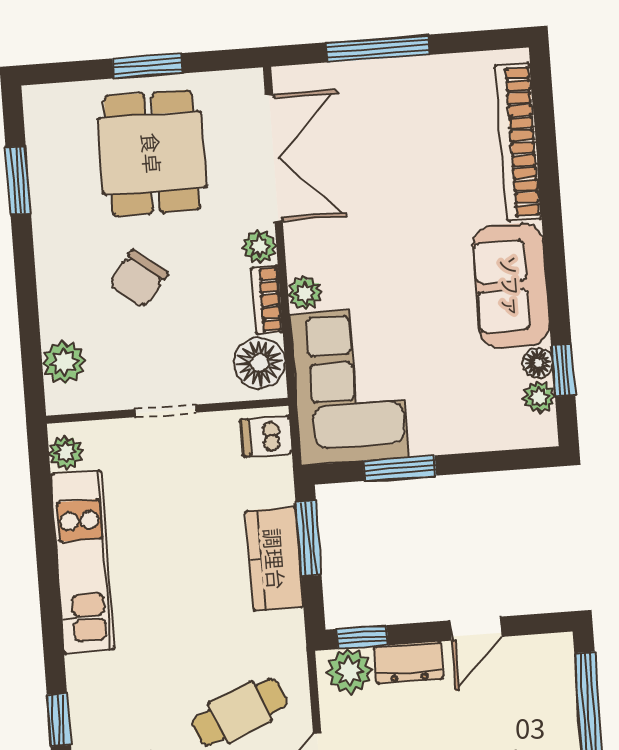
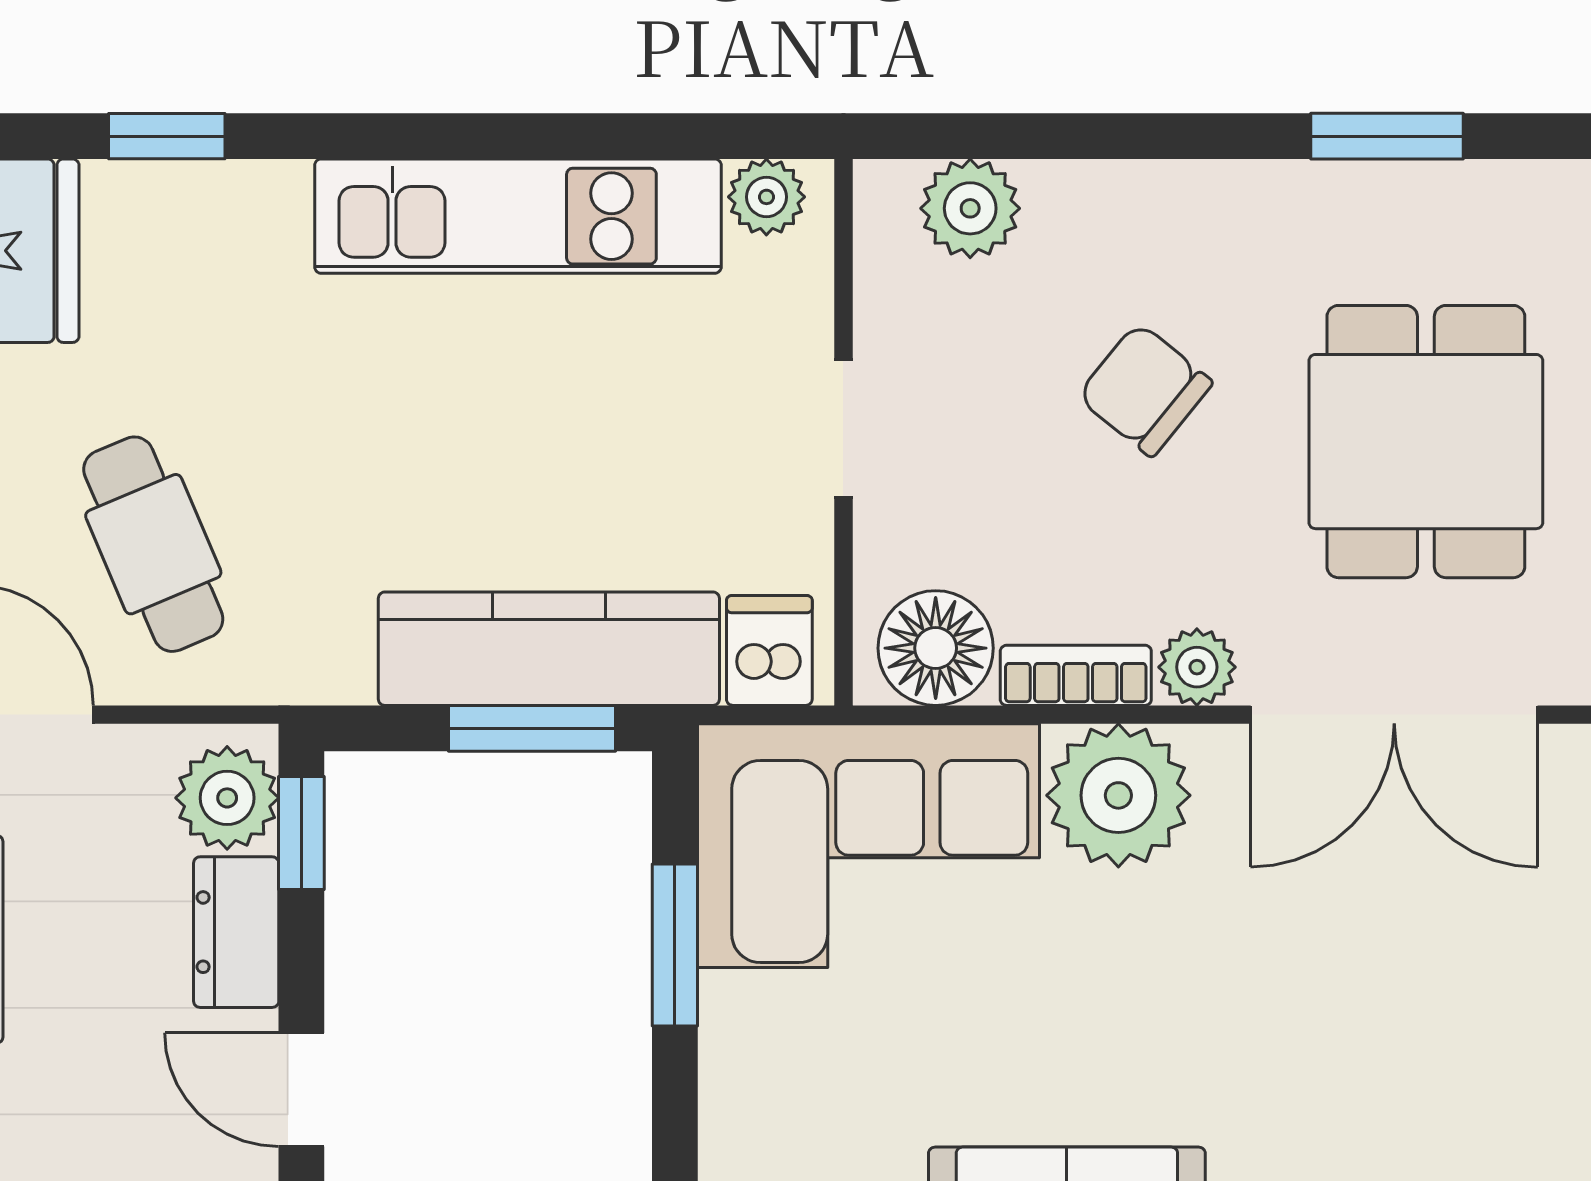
dining table: (152, 153) -> (1426, 442), turned 90
plant: (305, 293) -> (1118, 795), width x1.88, depth x1.88
kitchen counter: (275, 559) -> (549, 649), width x1.50

